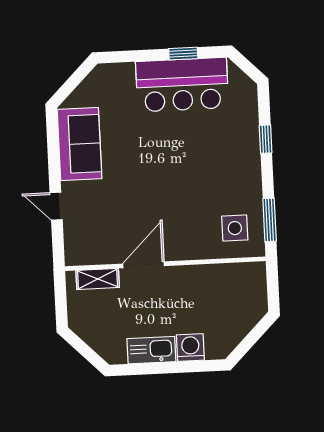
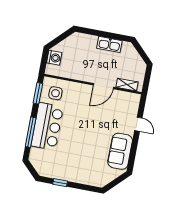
bar counter: (182, 85) -> (47, 126), moved, turned 90
window: (266, 139) -> (31, 132), width x2.17
washing machine: (190, 348) -> (54, 58), moved, turned -90

